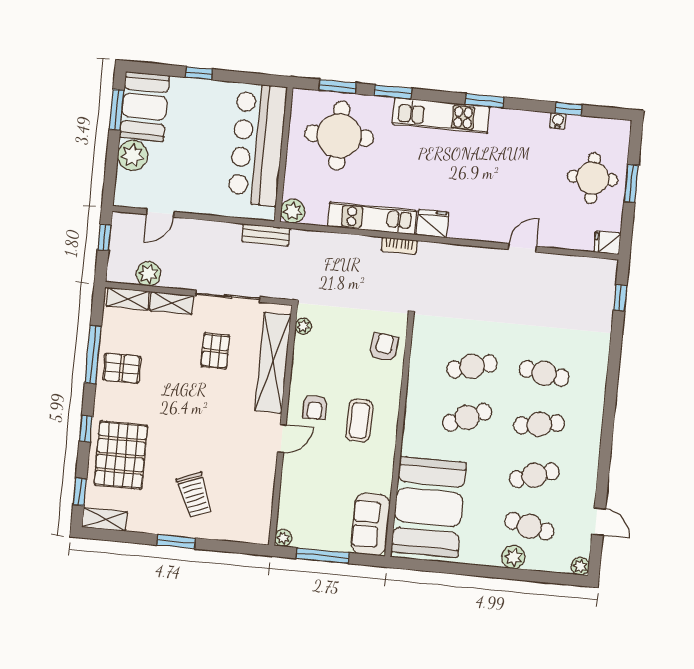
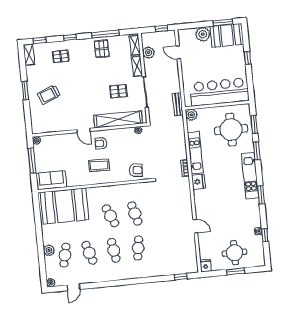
pallet: (121, 455) -> (61, 56), width x0.49, depth x0.50

